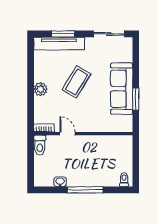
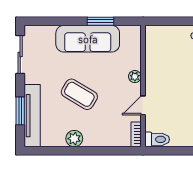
plant: (41, 89) -> (74, 139), moved
plant: (91, 127) -> (135, 77), added

